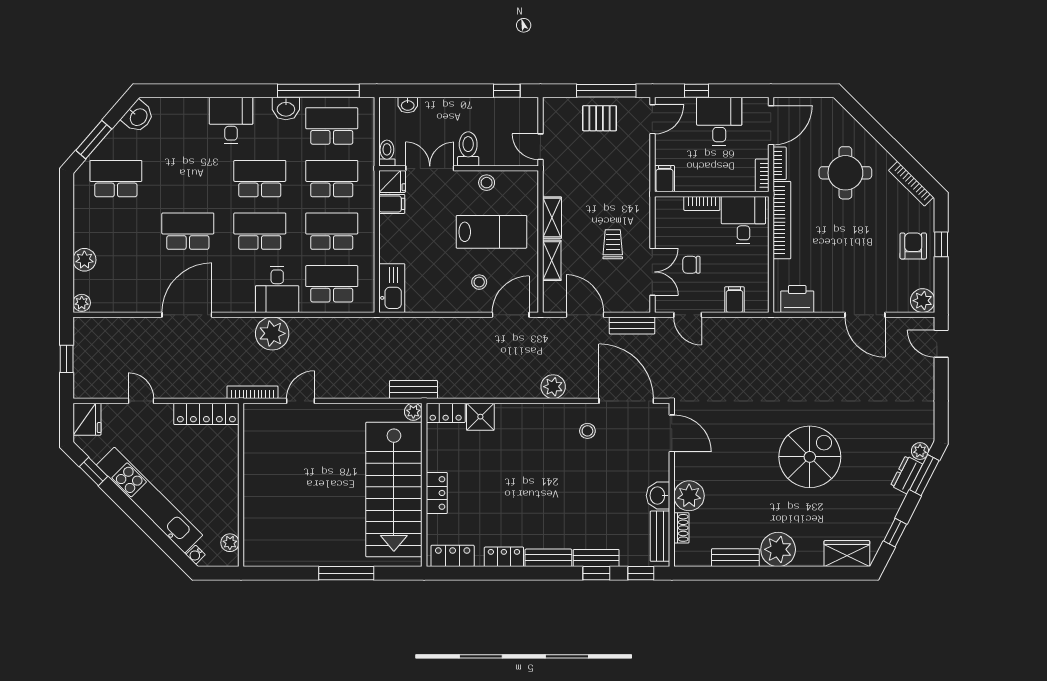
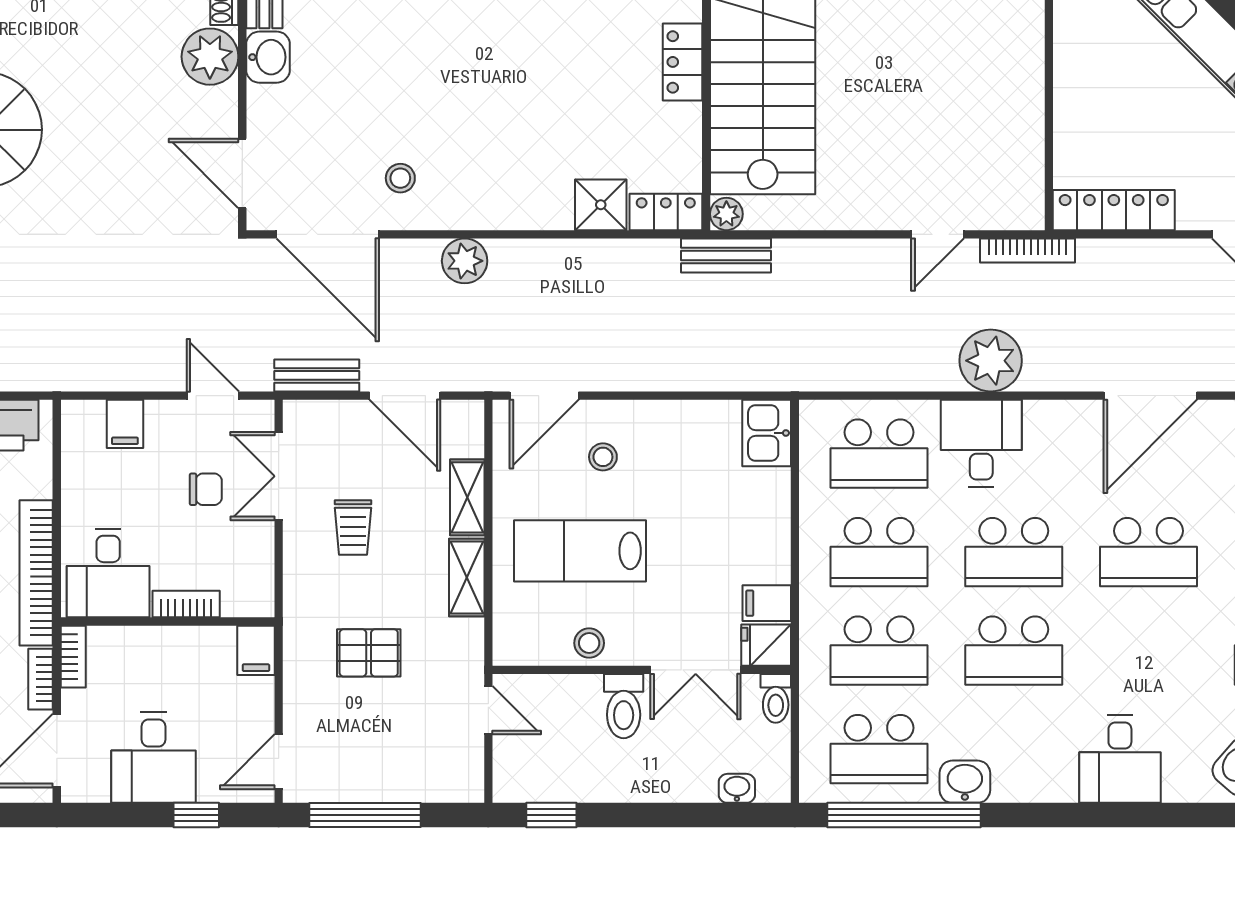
pallet: (600, 118) -> (369, 653), moved
desk: (231, 121) -> (1120, 759), moved
kitchen sink: (392, 288) -> (767, 433), width x0.73

